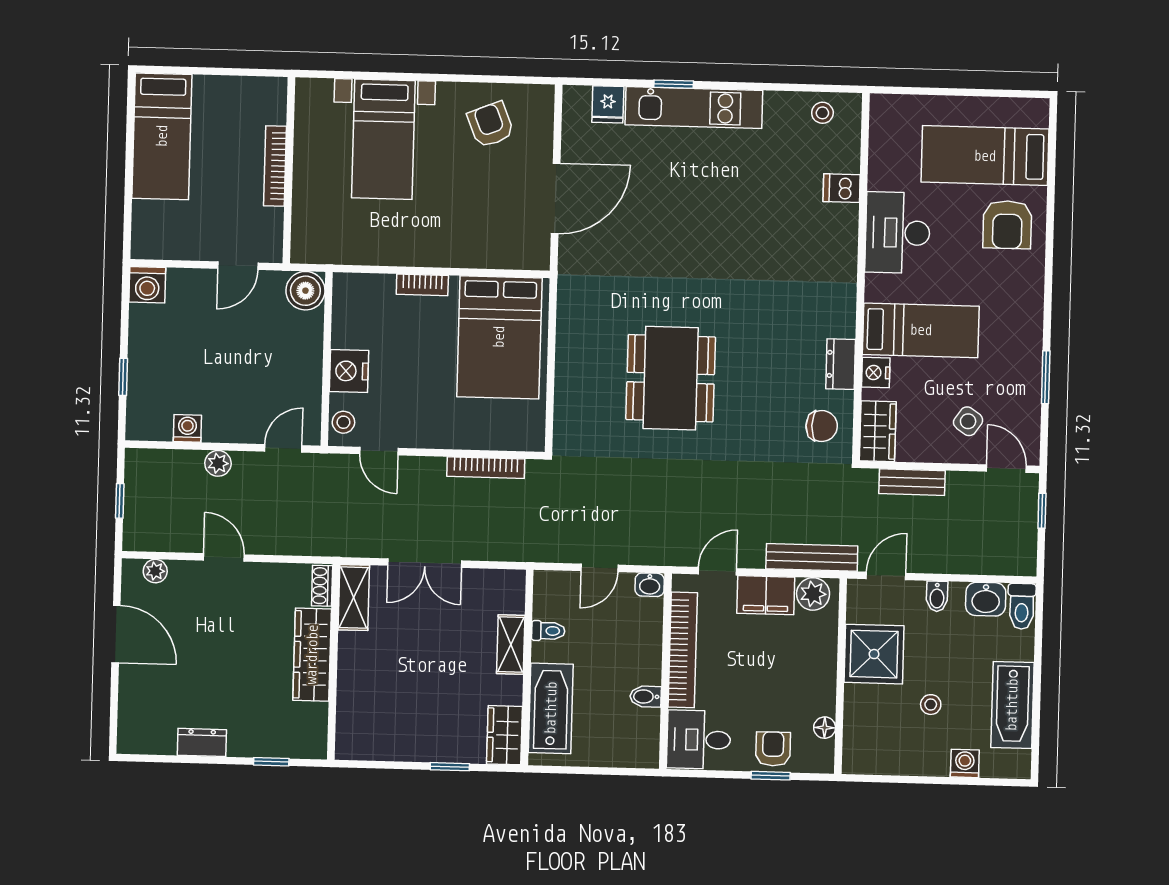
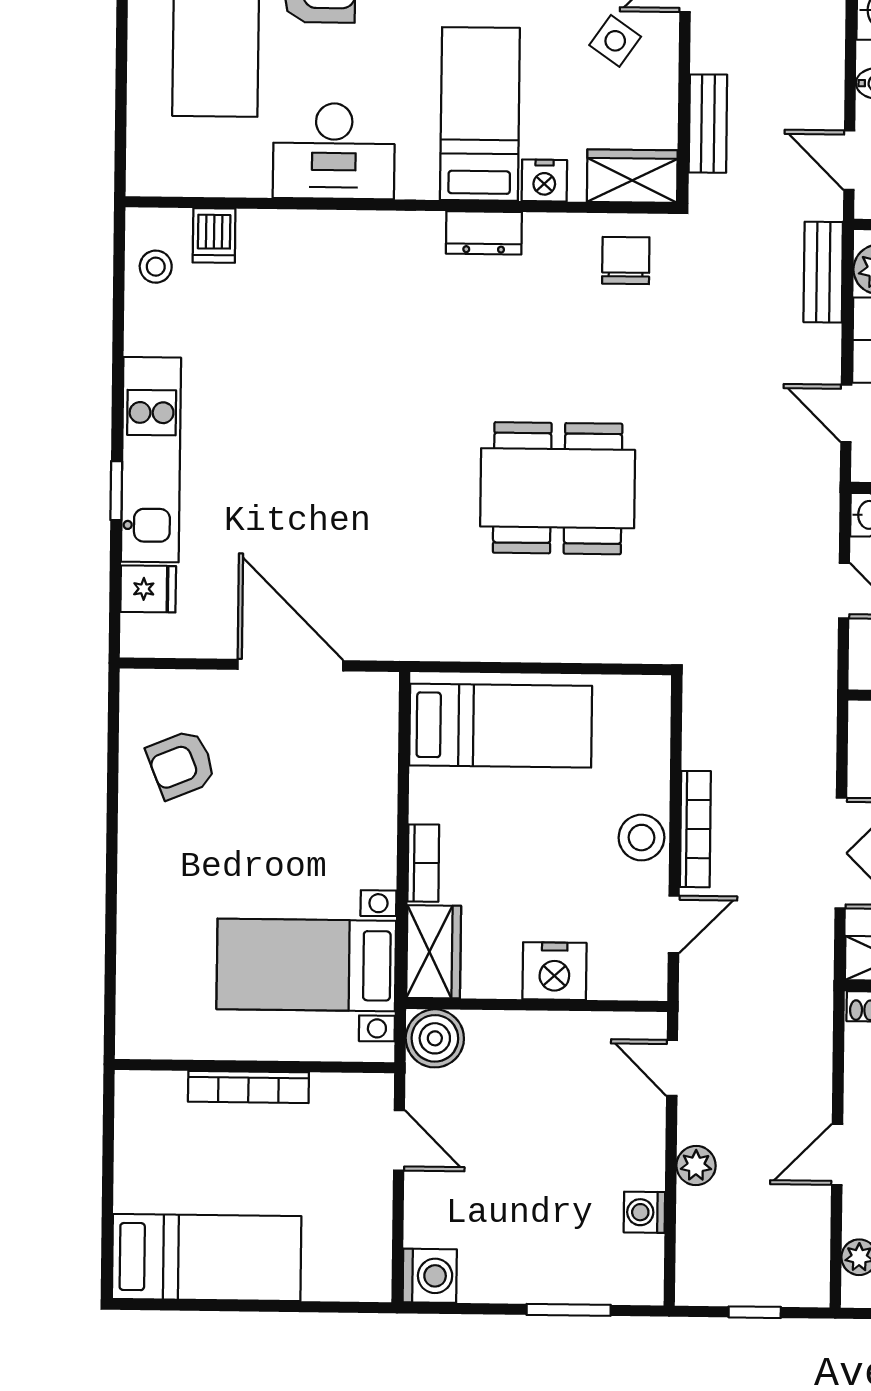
bed with nightstands: (383, 139) -> (306, 965), moved, turned 180
dishwasher: (842, 188) -> (214, 235), moved
wardrobe: (363, 291) -> (434, 952), added
bed: (499, 337) -> (501, 726), width x0.67
dresser: (841, 364) -> (484, 233), moved
window: (123, 377) -> (569, 1310), width x1.50
stool: (343, 422) -> (641, 838), moved, width x1.37, depth x1.37
bookcase: (486, 468) -> (695, 829), moved
bench: (812, 557) -> (823, 272), width x0.73

